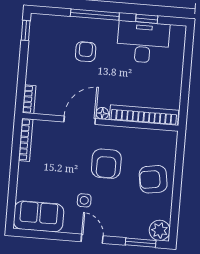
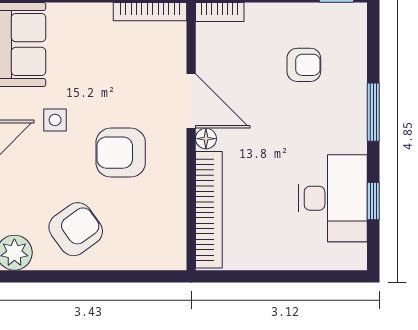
window: (95, 15) -> (373, 112), width x0.69
armchair: (86, 52) -> (304, 65), moved
armchair: (153, 179) -> (76, 229), moved, turned 63

